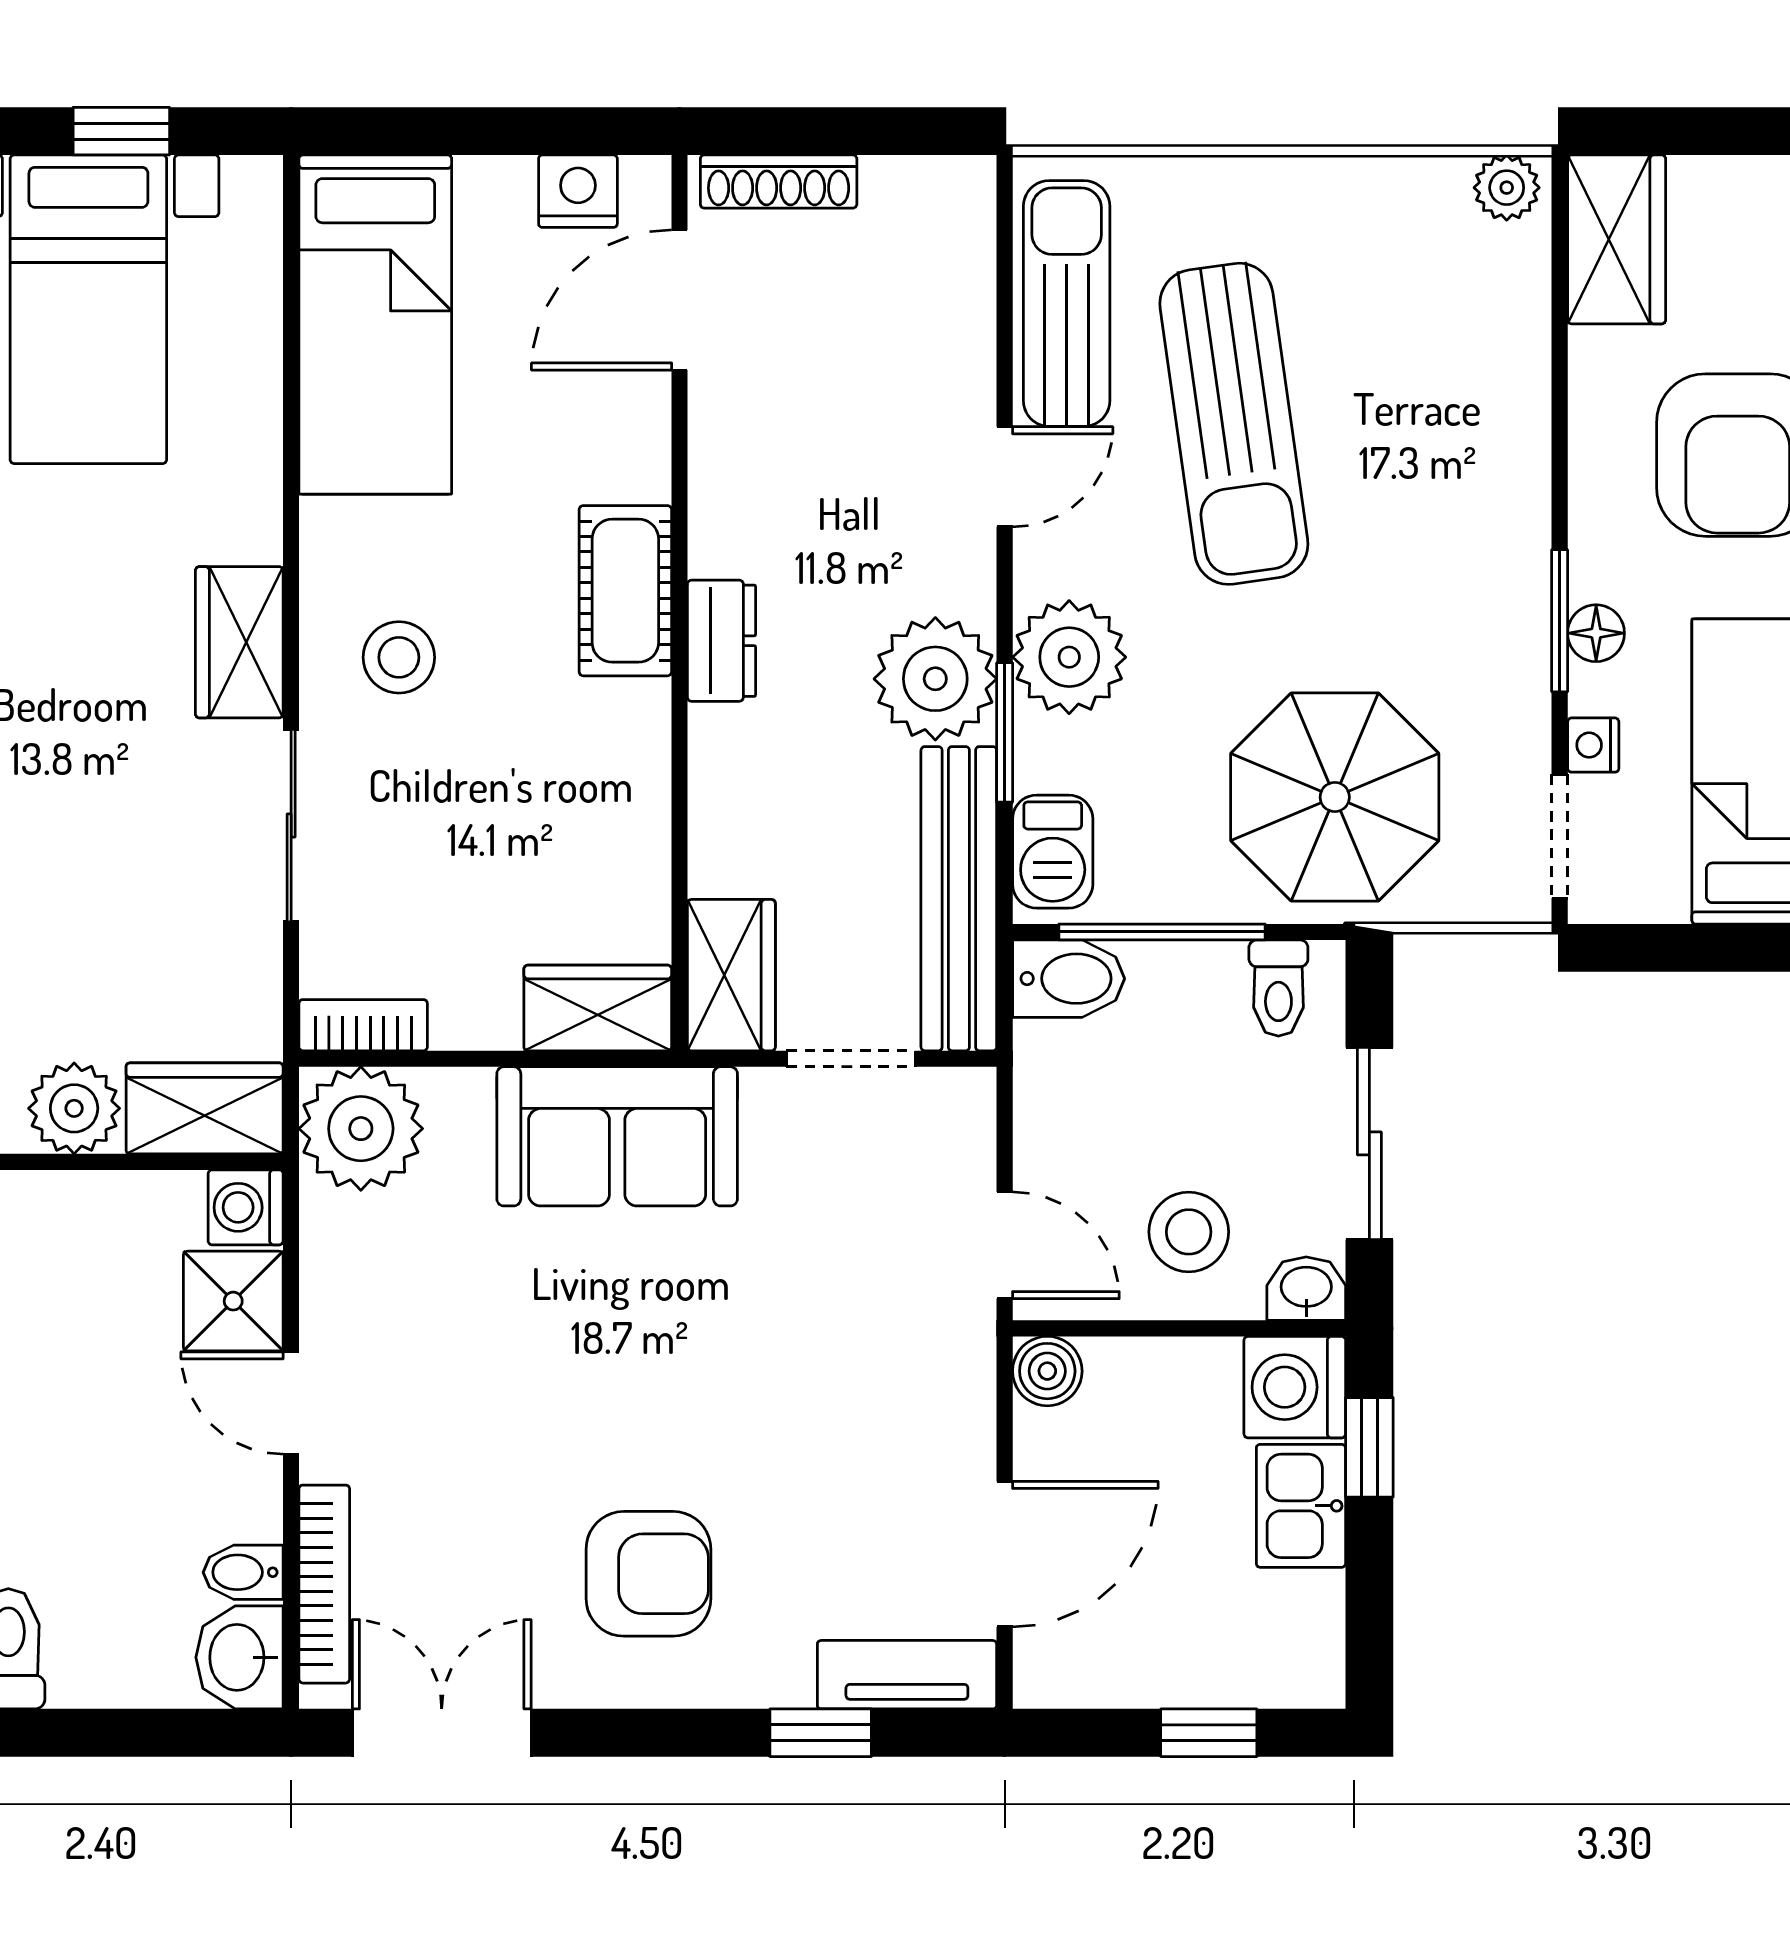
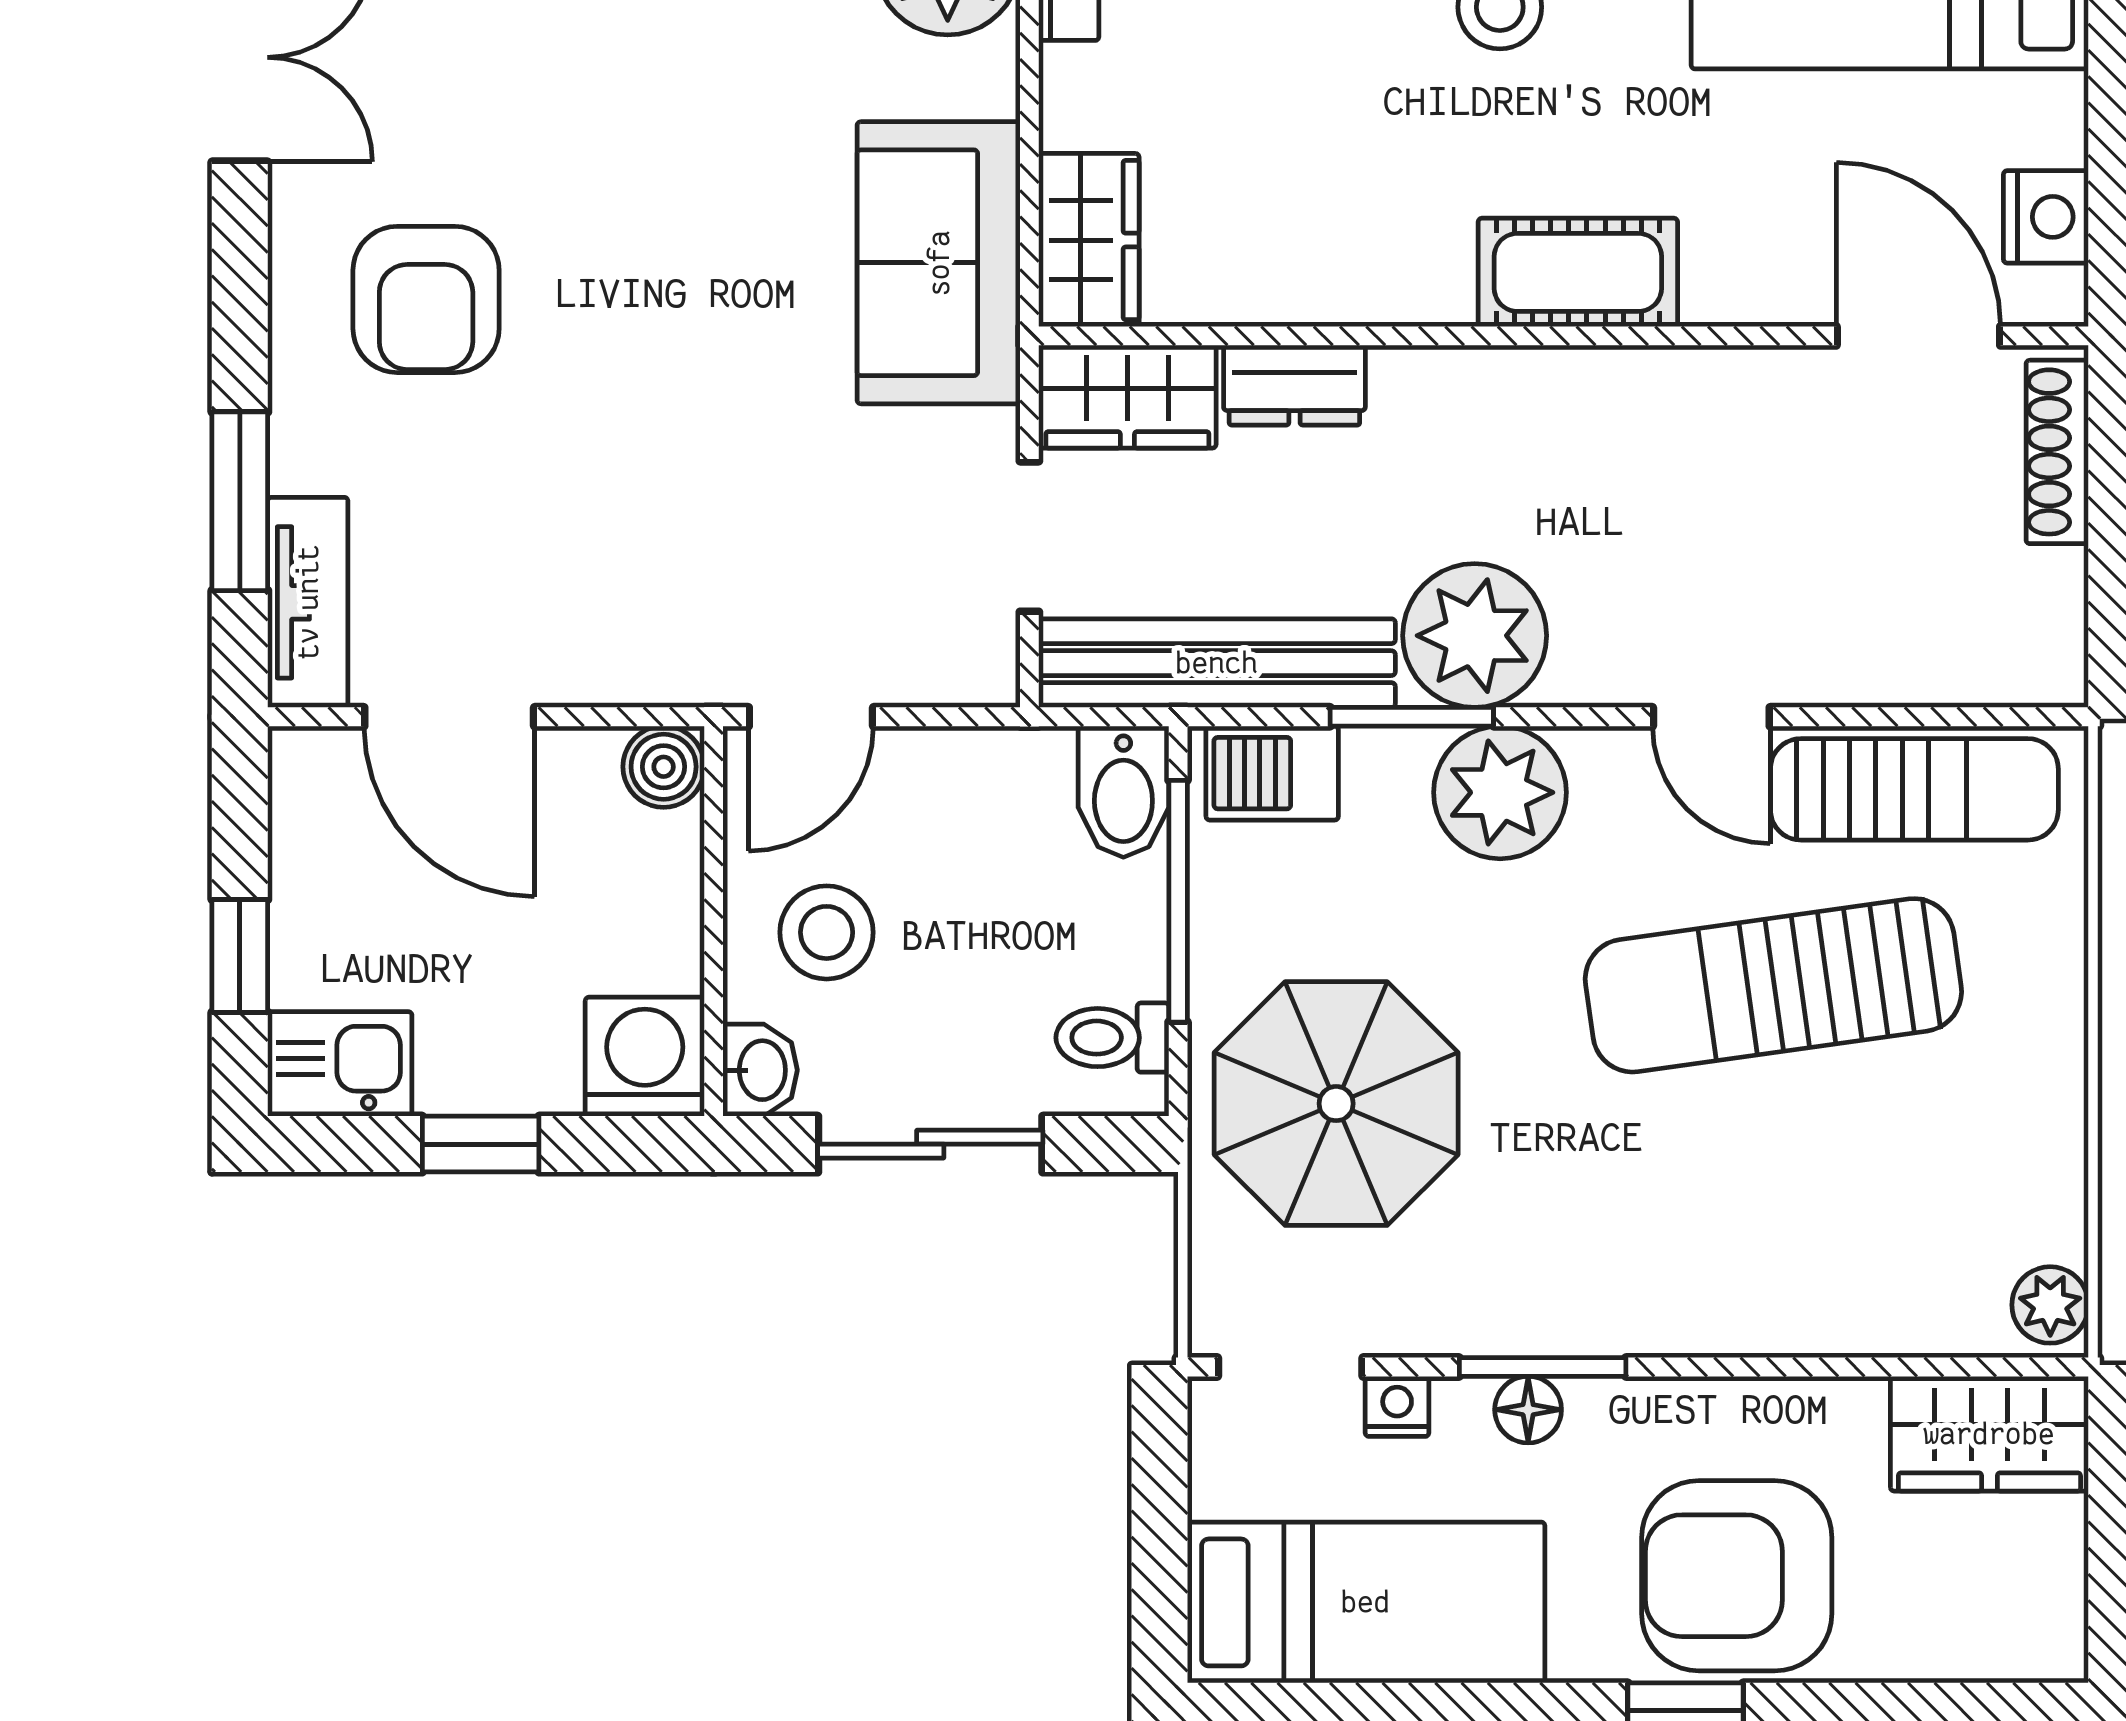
dresser: (722, 641) -> (1294, 385), moved
window: (1369, 1447) -> (481, 1144), moved
kitchen sink: (1301, 1506) -> (340, 1064), moved
window: (821, 1733) -> (240, 501), width x1.50

